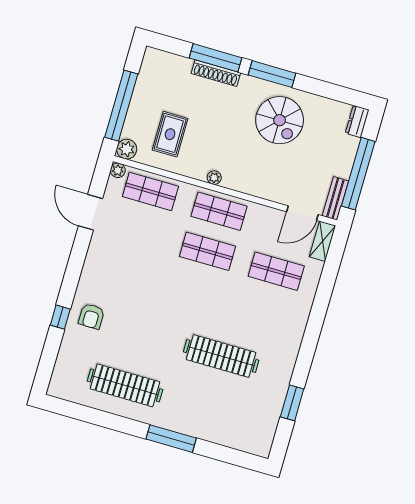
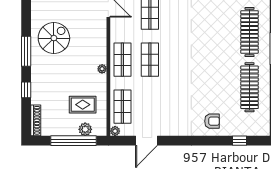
window: (216, 58) -> (26, 90), width x0.46
shoe rack: (216, 73) -> (36, 120), moved
plant: (127, 149) -> (85, 129), moved
window: (60, 317) -> (240, 141), moved
clothes rail: (221, 356) -> (250, 32), moved

